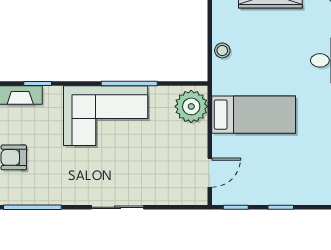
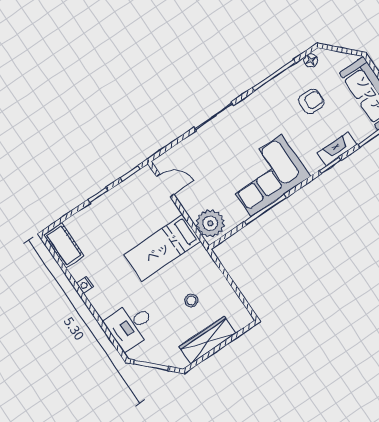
stool: (222, 50) -> (191, 300), moved
door: (210, 173) -> (165, 185), swing flipped

